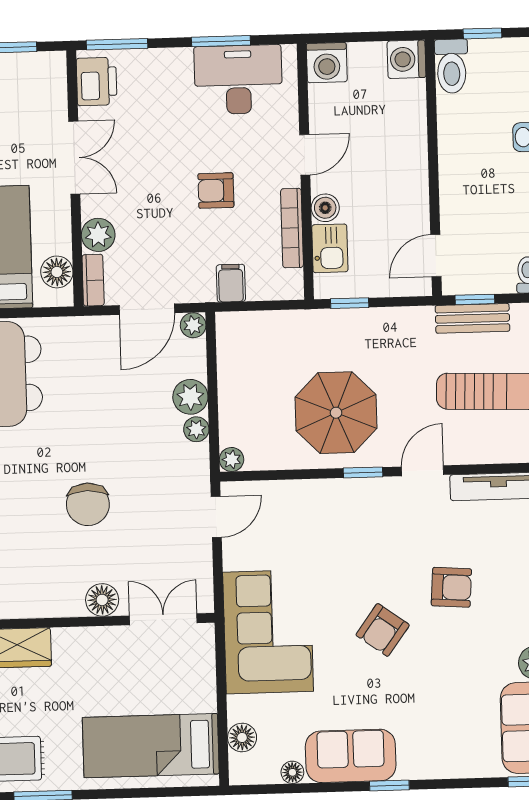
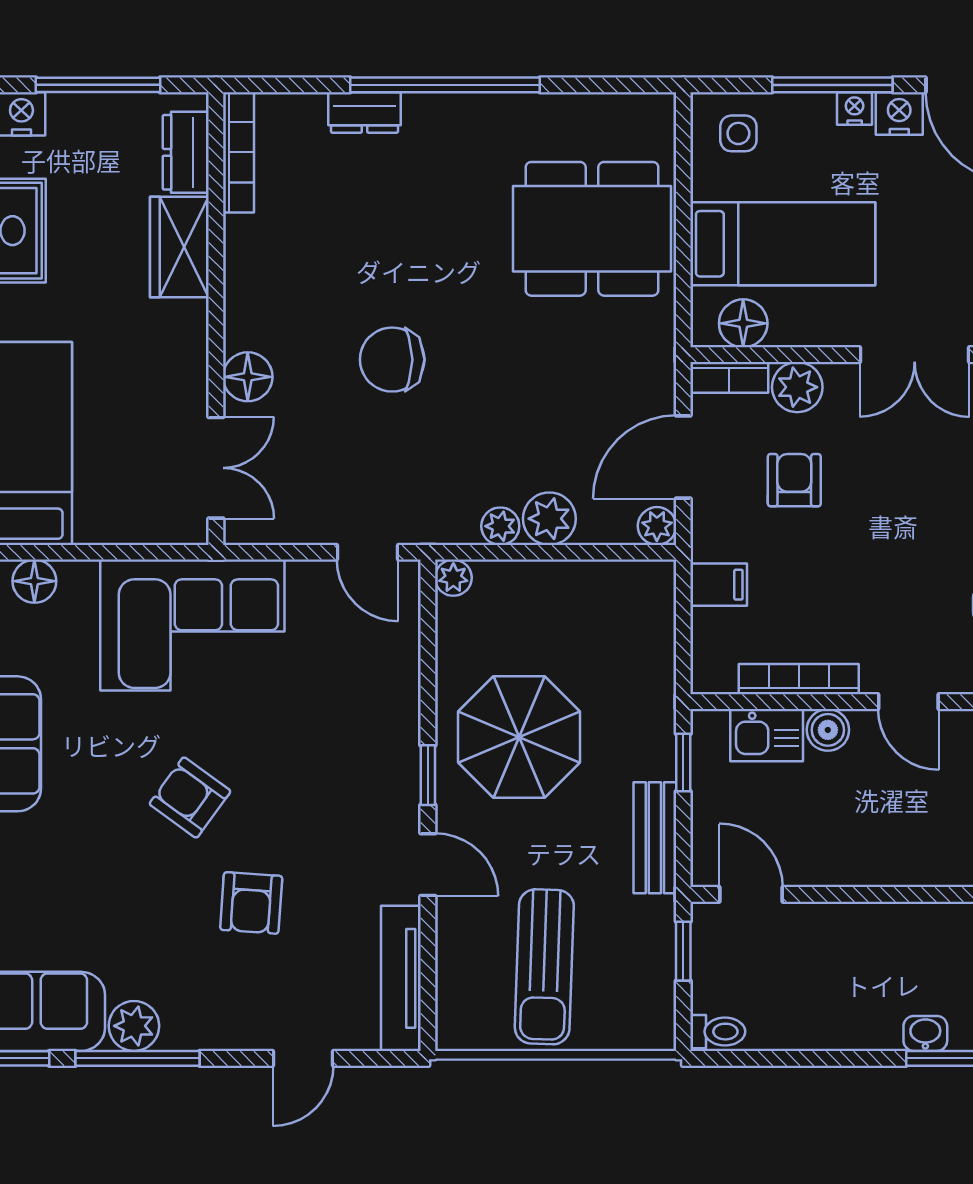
armchair: (216, 191) -> (794, 480), moved
door: (147, 309) -> (683, 457), hinge flipped
bench: (472, 318) -> (655, 838), moved

